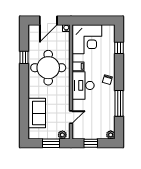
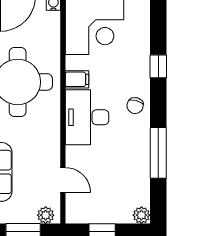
window: (119, 48) -> (158, 66), moved
door: (71, 117) -> (63, 180), hinge flipped

